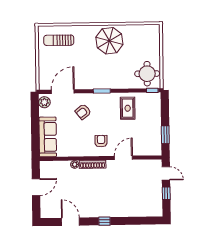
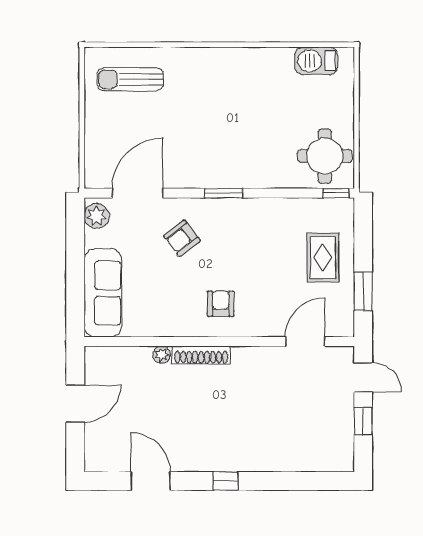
barbecue: (143, 31) -> (316, 61), added
parasol: (109, 41) -> (242, 82), removed
rug: (128, 108) -> (323, 258), moved
door: (123, 158) -> (305, 341), moved

